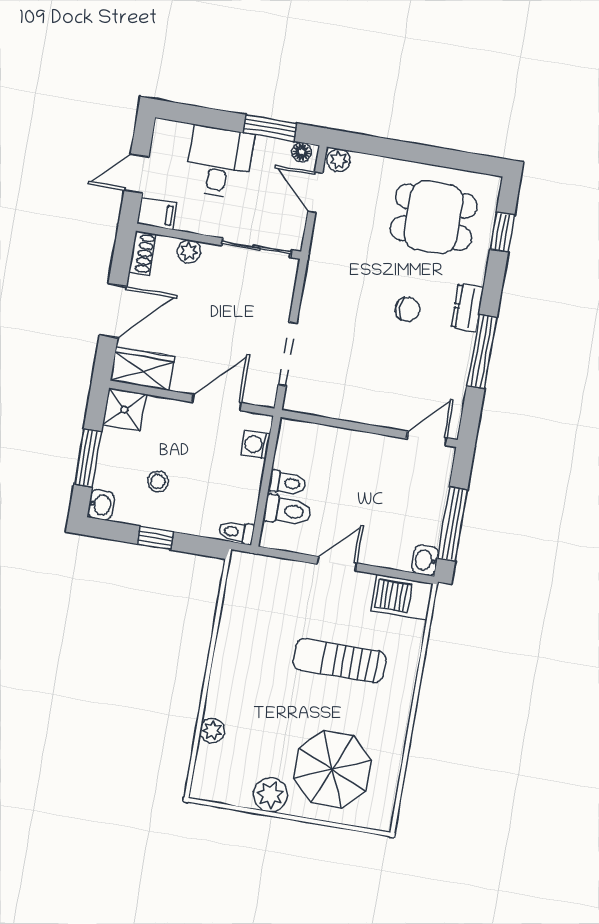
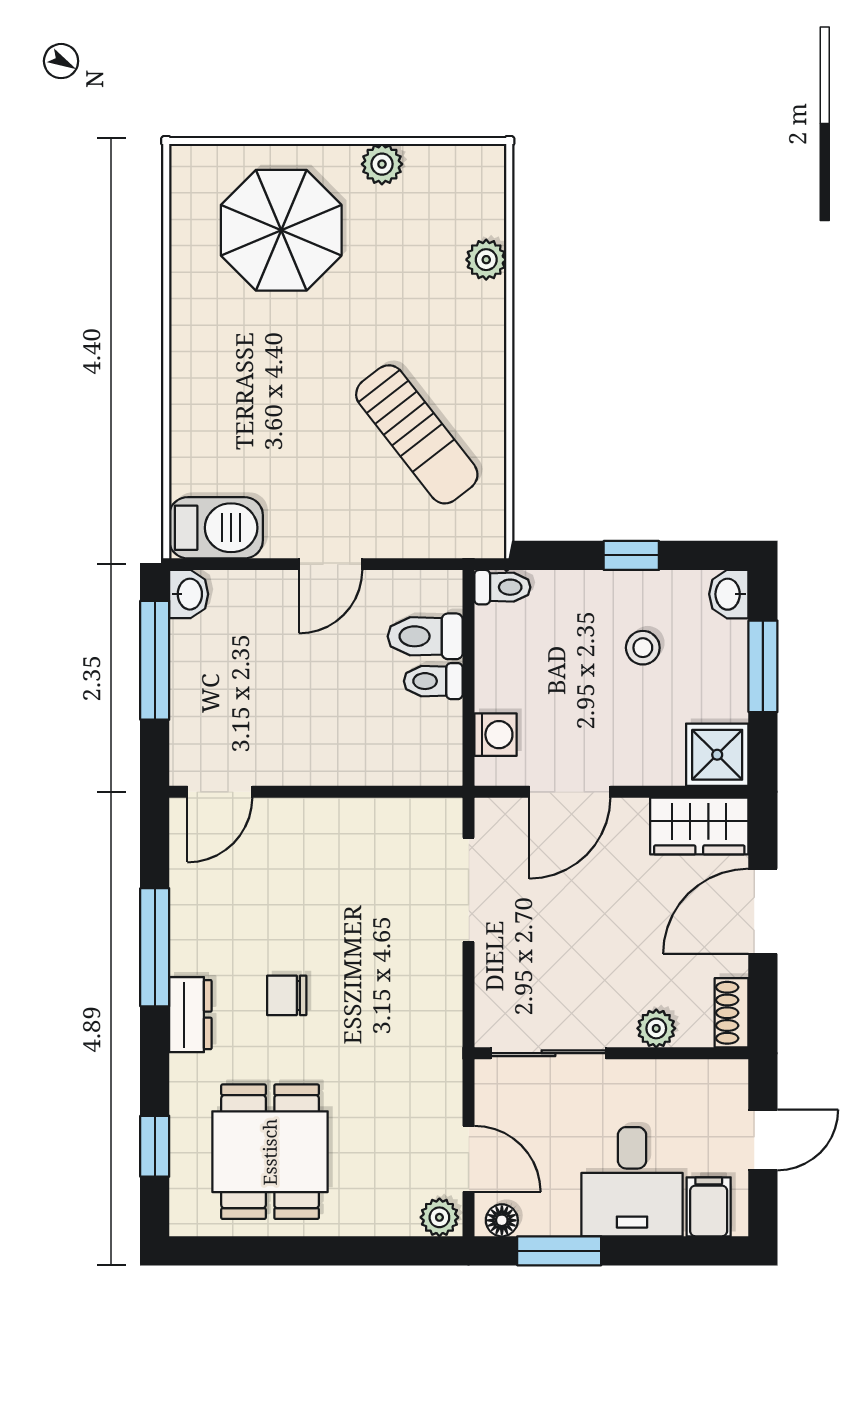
filing cabinet: (157, 213) -> (709, 1207), moved, turned 90
dining table: (434, 217) -> (270, 1152), turned 90
sun lounger: (339, 661) -> (417, 434), moved, turned 52
plant: (270, 795) -> (382, 164), width x0.73, depth x0.73

